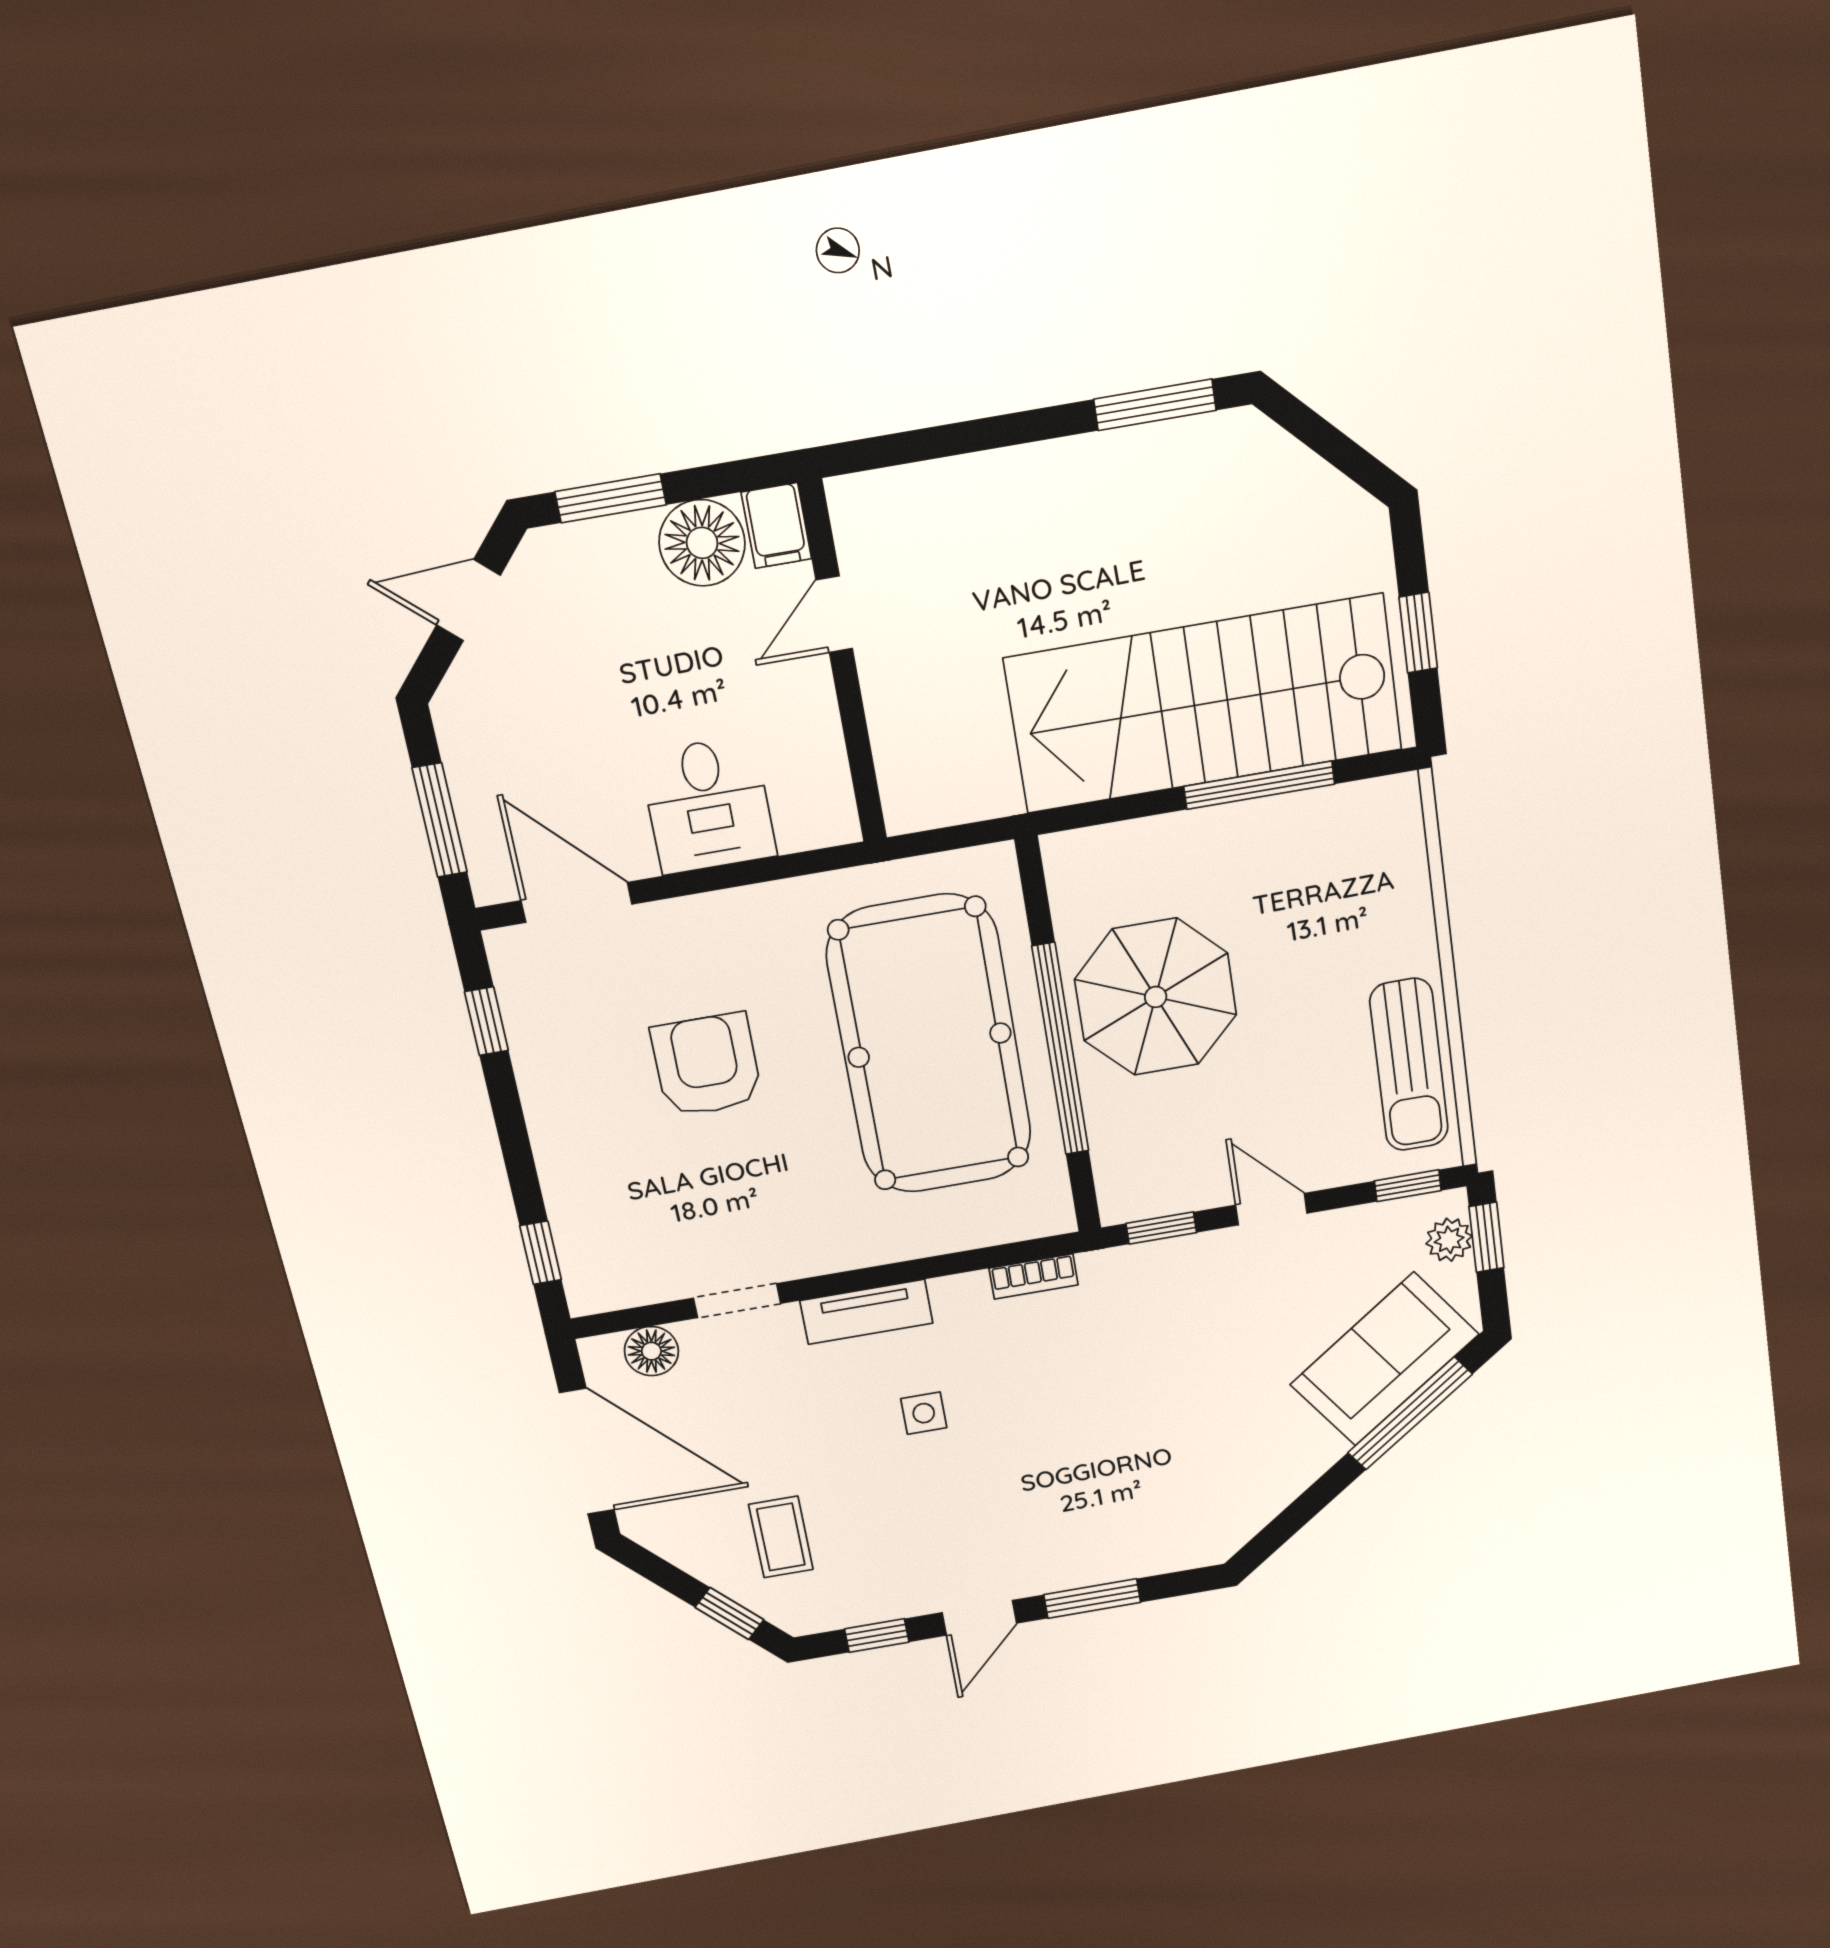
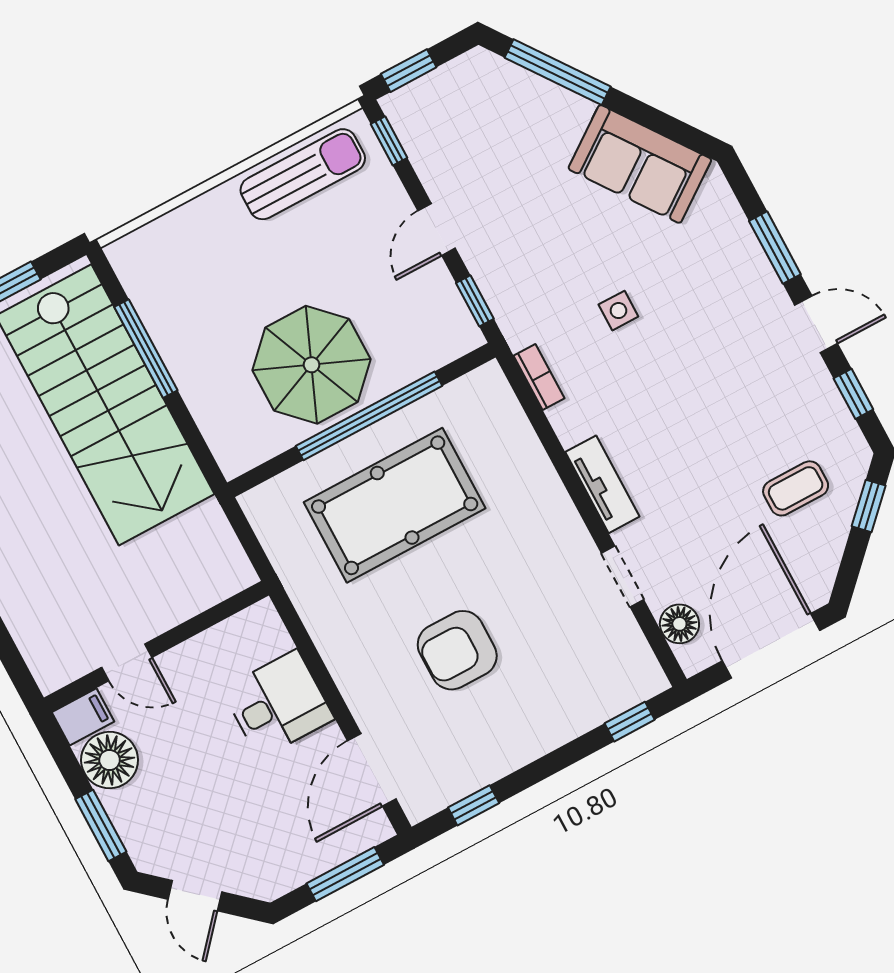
pool table: (930, 1045) -> (395, 505), width x0.73, depth x0.76
plant: (1449, 1240) -> (419, 96), removed
sofa: (1384, 1359) -> (640, 164), moved
side table: (924, 1413) -> (618, 311), moved

